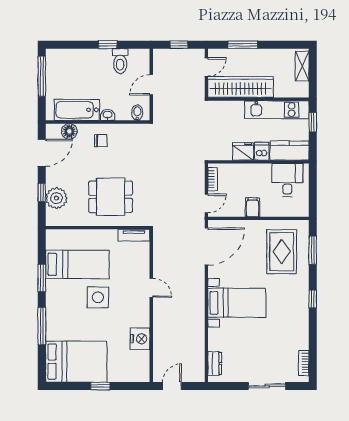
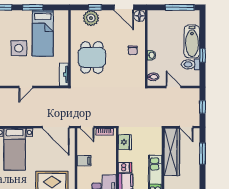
bathtub: (77, 110) -> (192, 42), moved, turned 180
floor lamp: (69, 131) -> (139, 16), moved
fridge: (243, 151) -> (125, 142), moved

